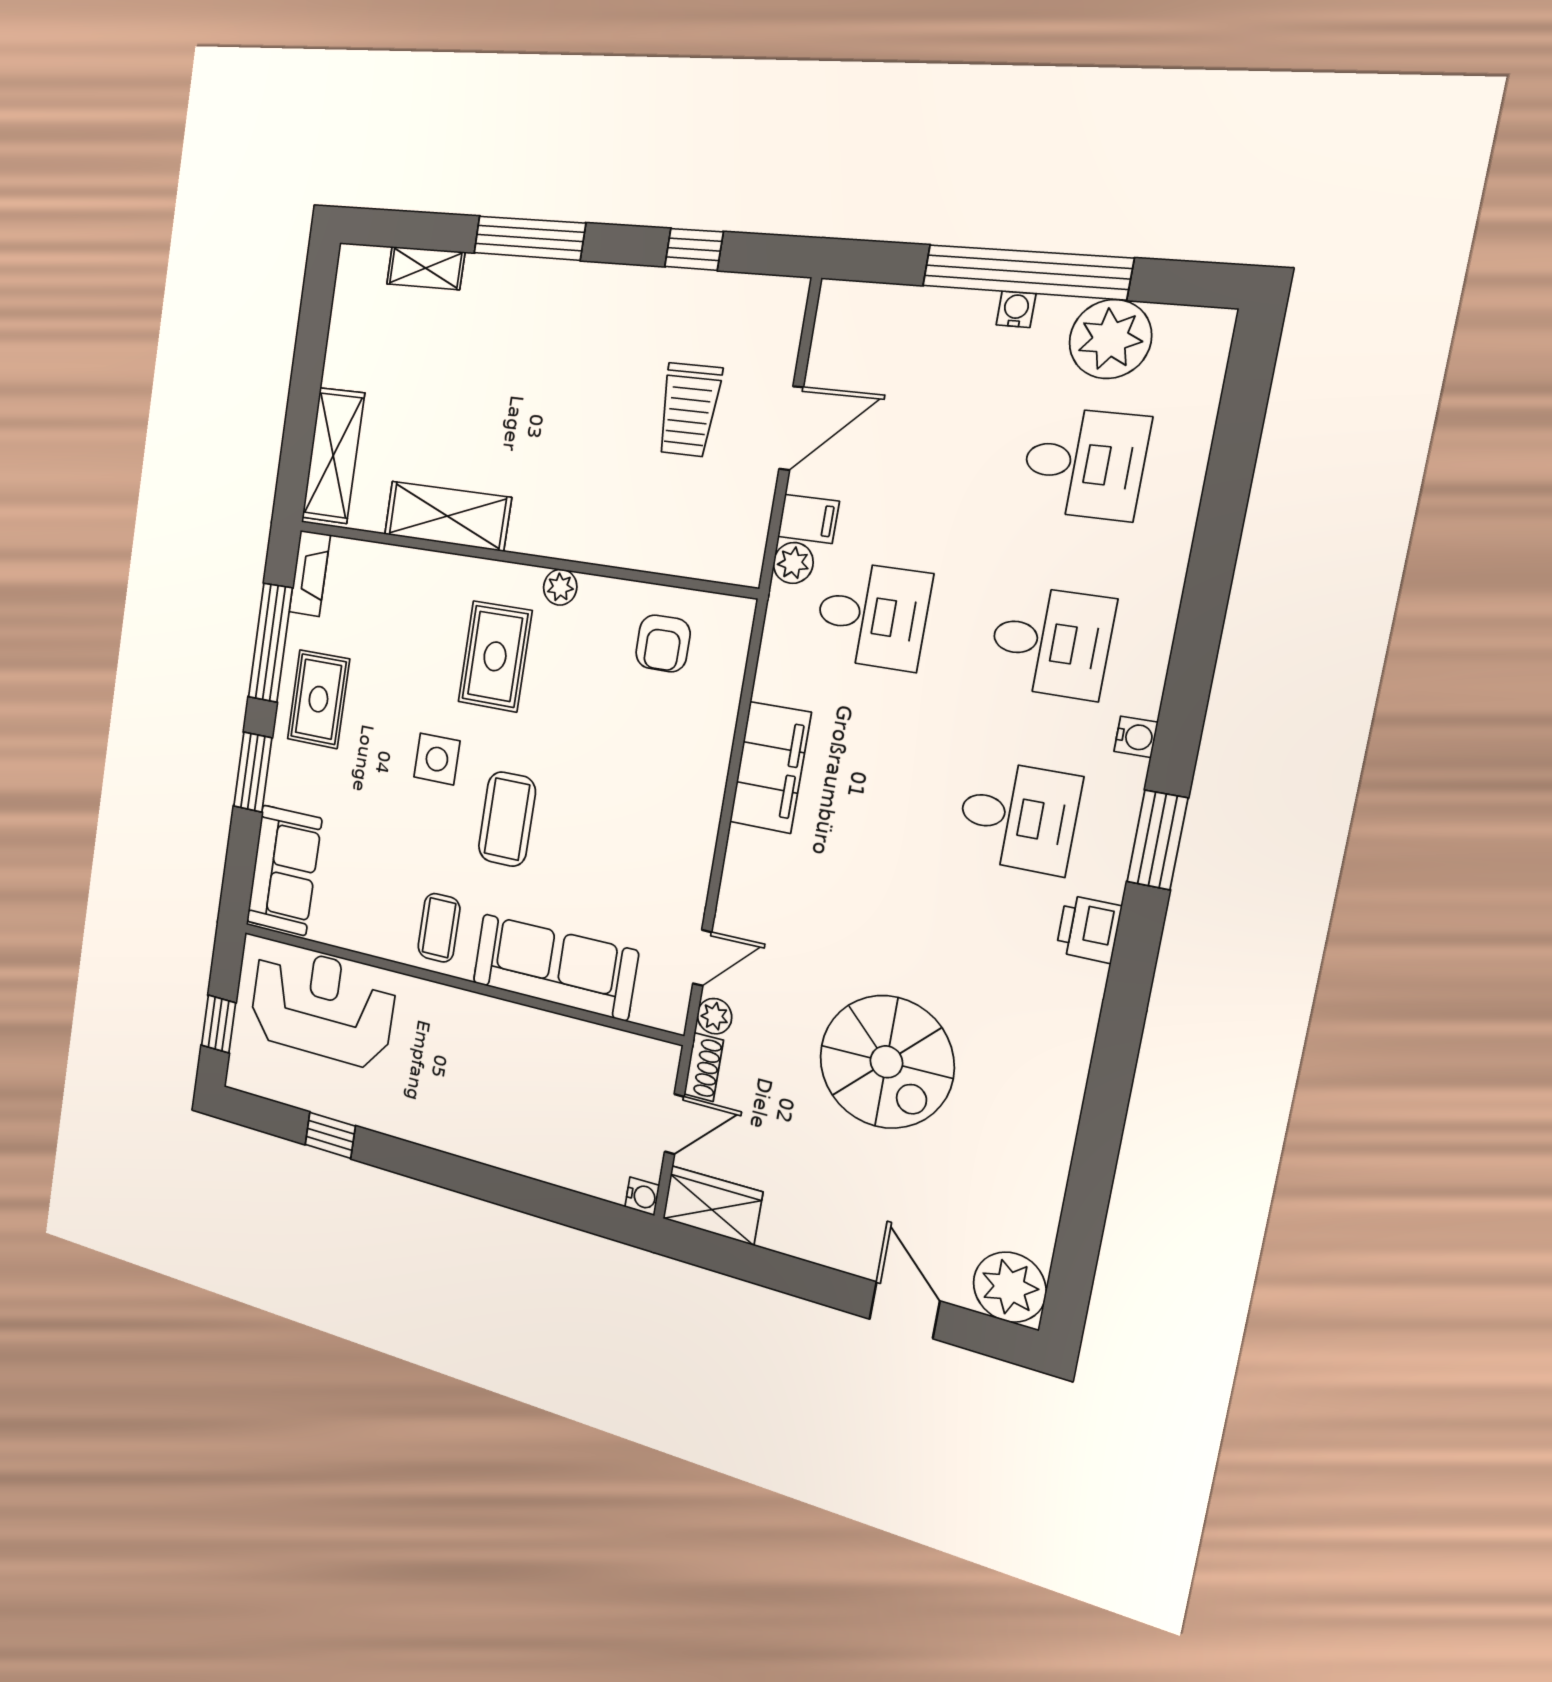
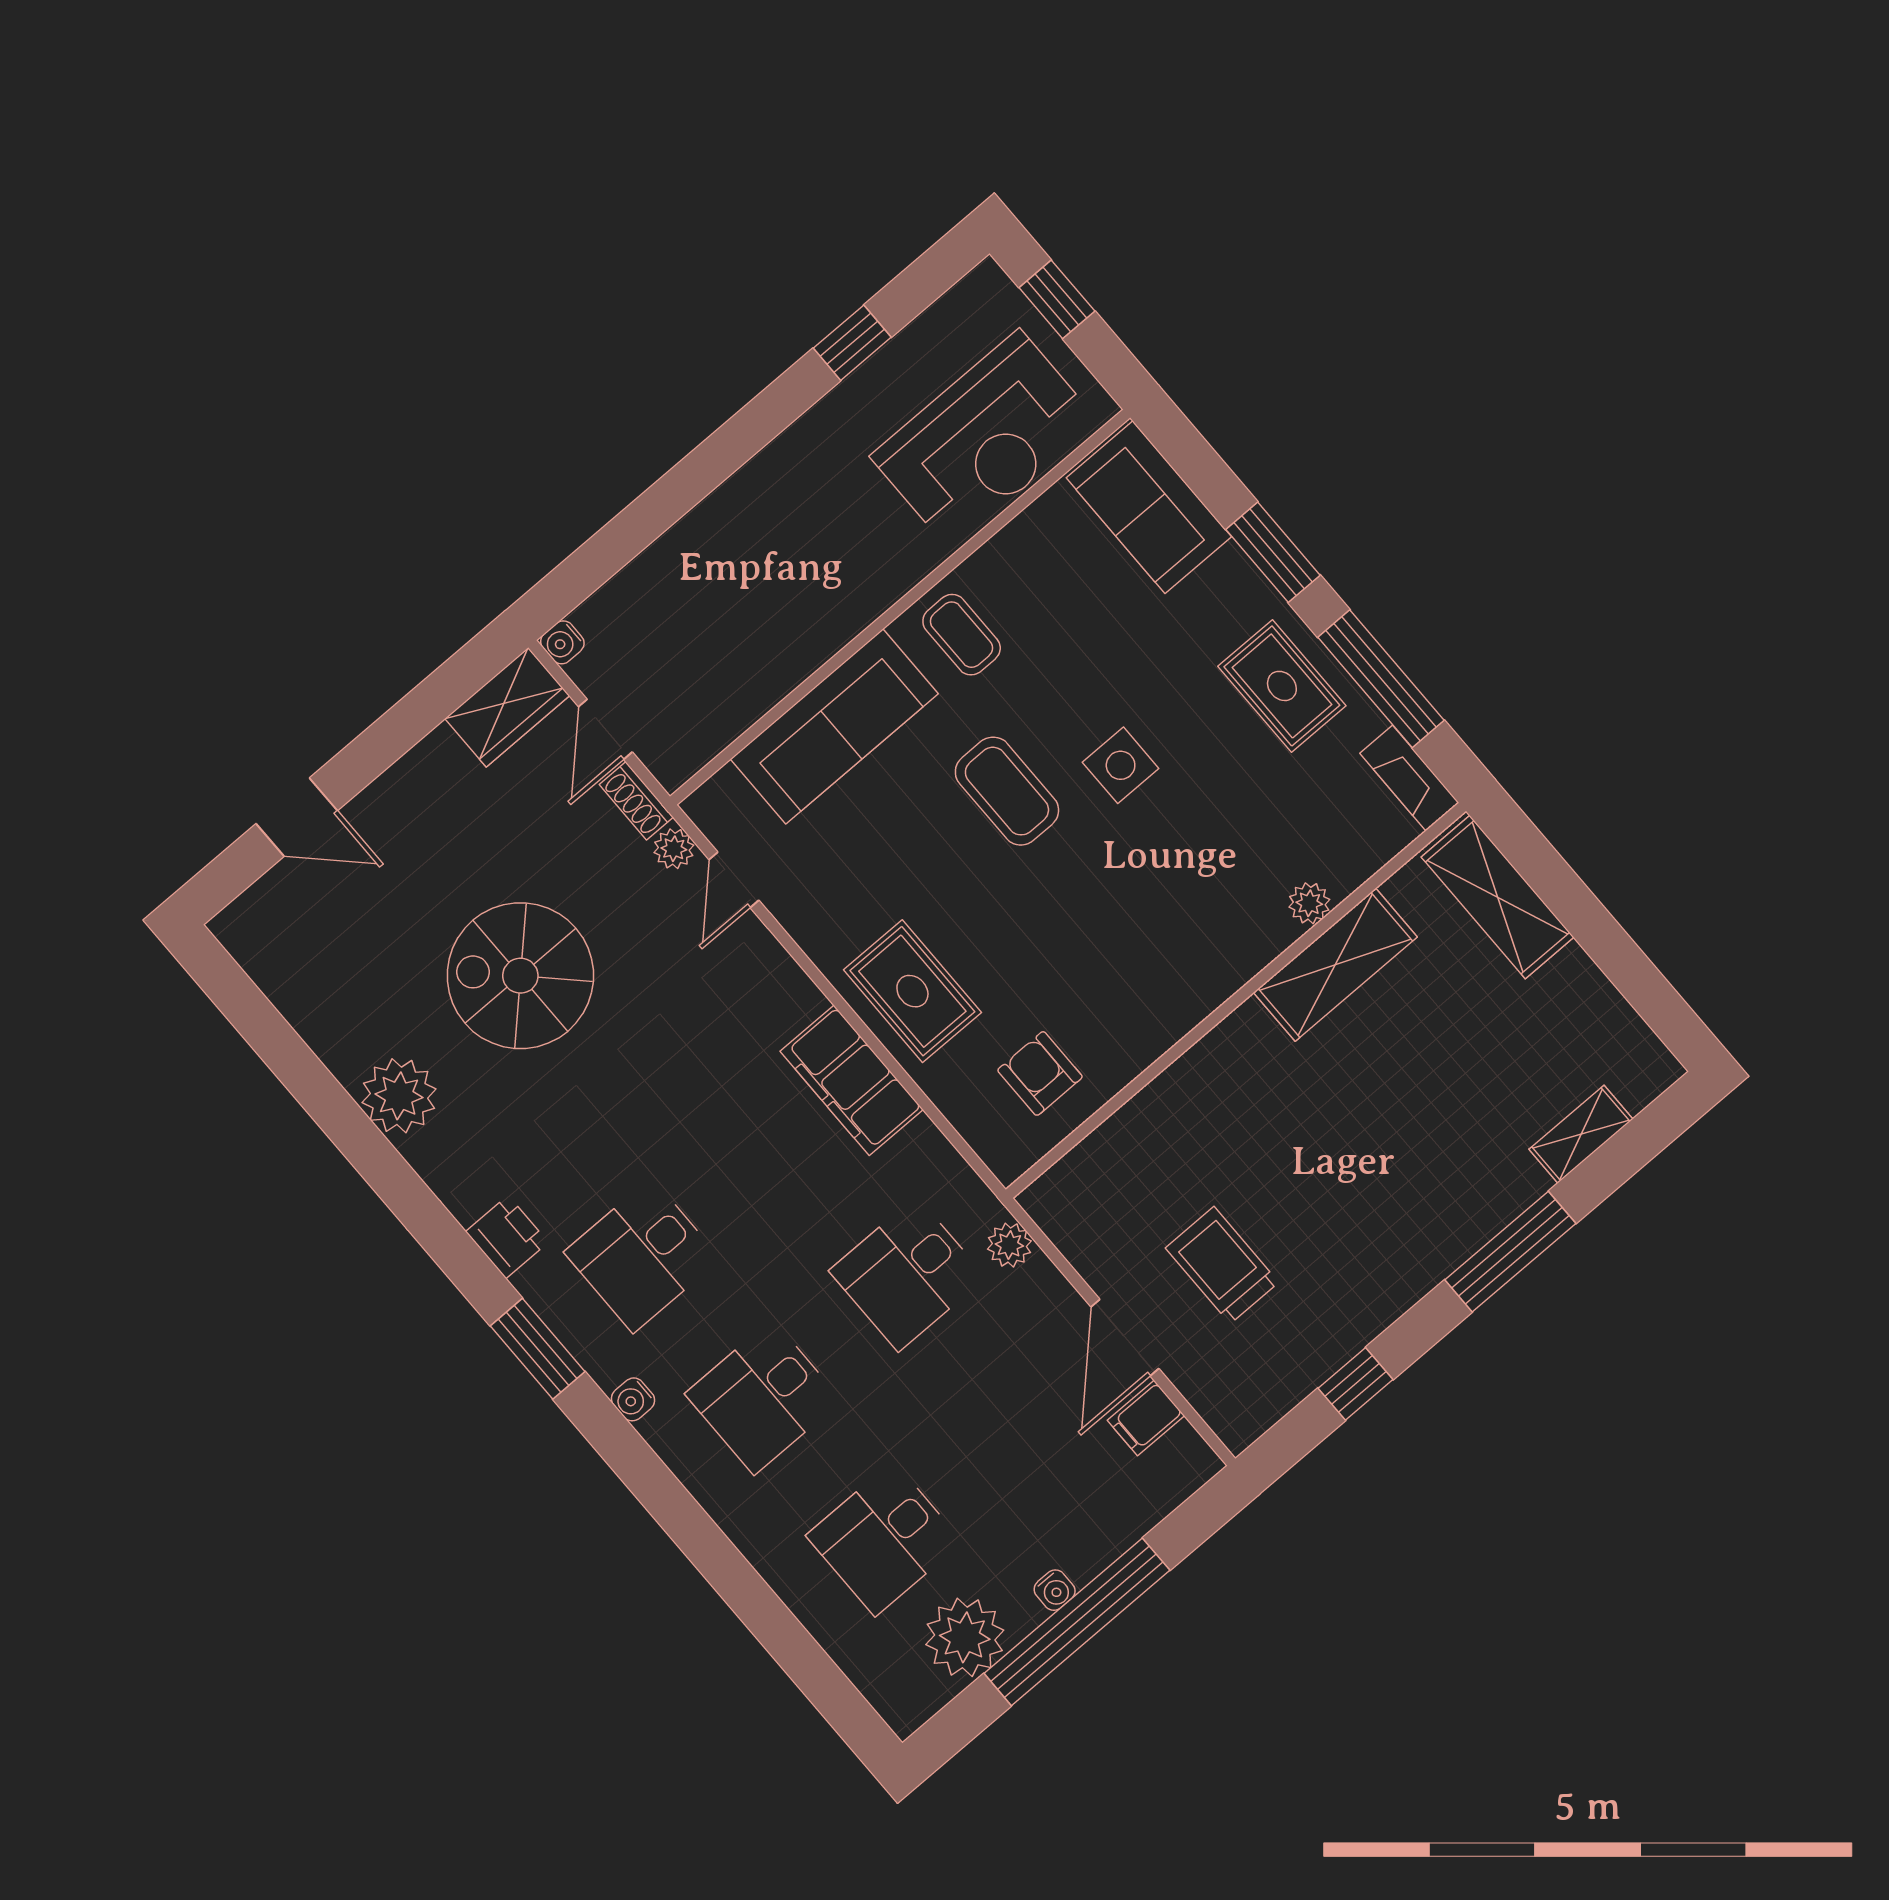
filing cabinet: (808, 519) -> (1146, 1418), moved
plant: (560, 587) -> (1309, 903), moved
rug: (495, 656) -> (912, 991), moved
plant: (1010, 1287) -> (399, 1096), moved

